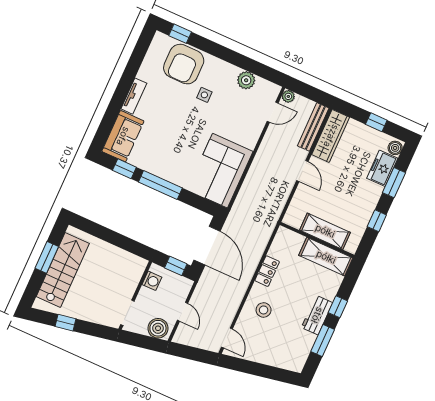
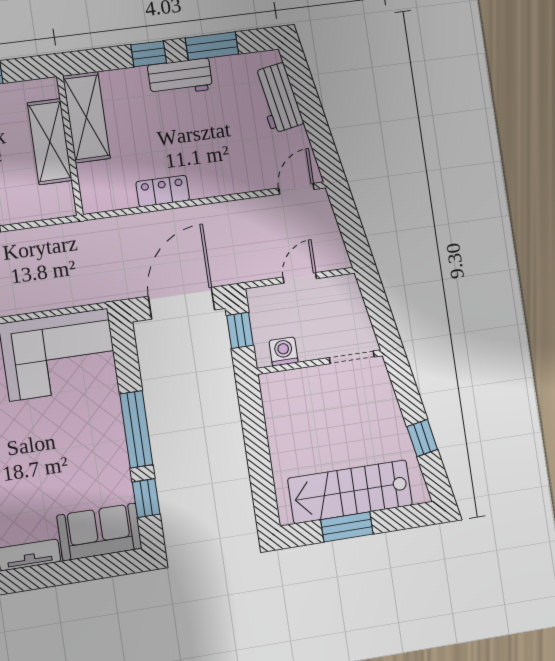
stool: (264, 310) -> (222, 161), removed
boiler: (158, 328) -> (346, 298), removed
workbench: (277, 357) -> (278, 98), added

